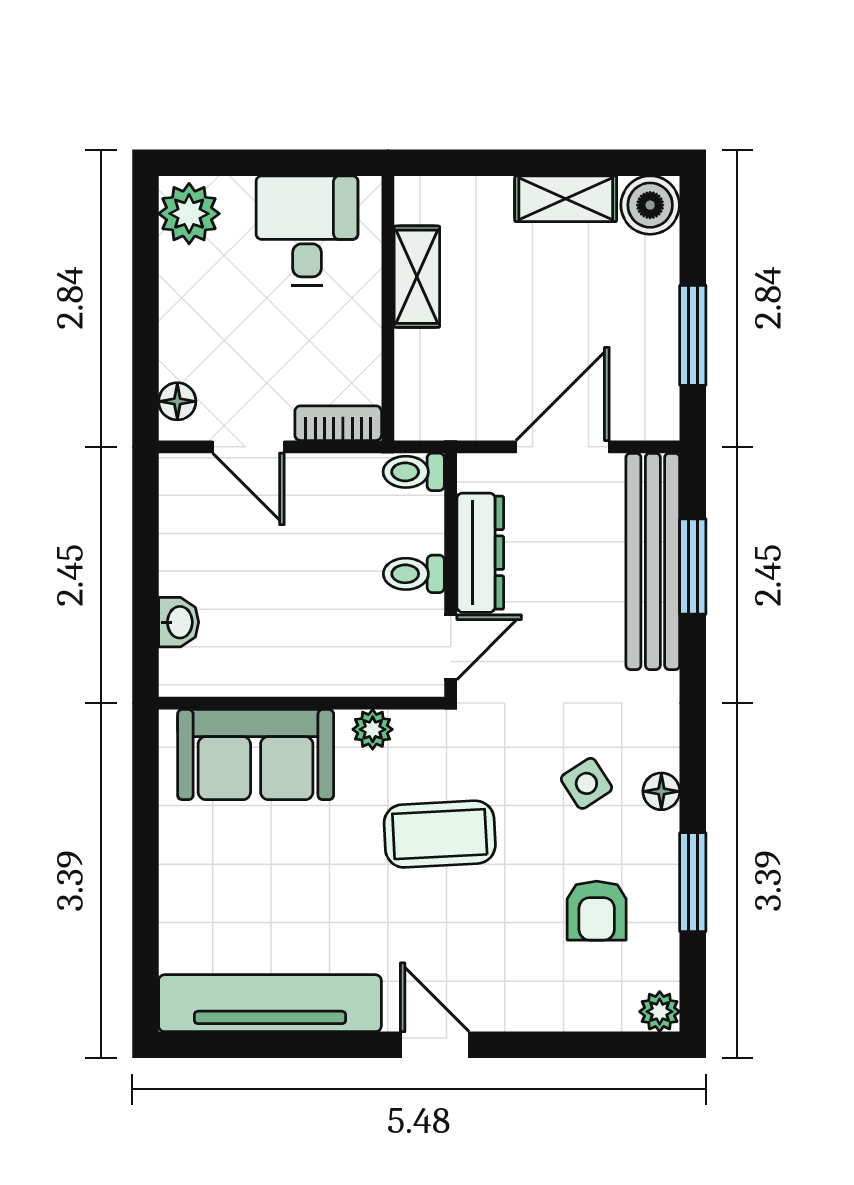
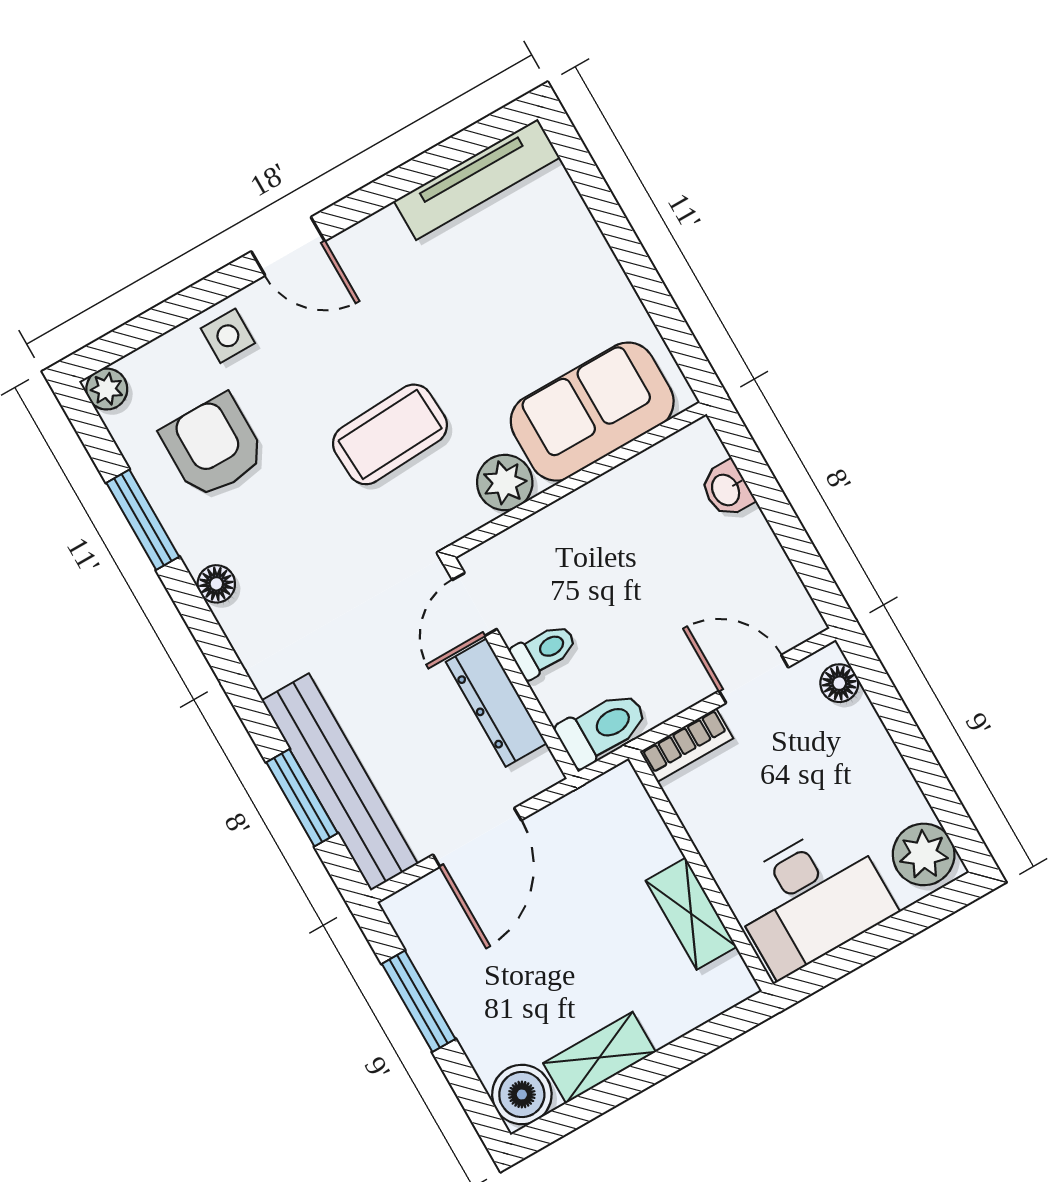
desk: (307, 231) -> (811, 899), width x1.37
toilet: (414, 472) -> (602, 728), width x1.37, depth x1.39
plant: (373, 729) -> (505, 483), width x1.38, depth x1.38
side table: (586, 783) -> (228, 336), moved, turned 33
armchair: (597, 911) -> (213, 446), width x1.38, depth x1.38
tv unit: (270, 1003) -> (477, 179), width x0.73, depth x0.78

